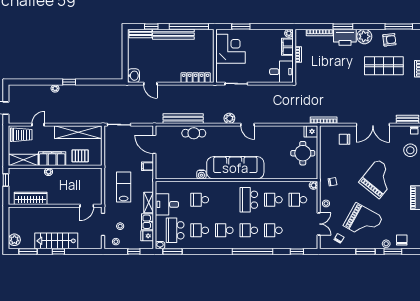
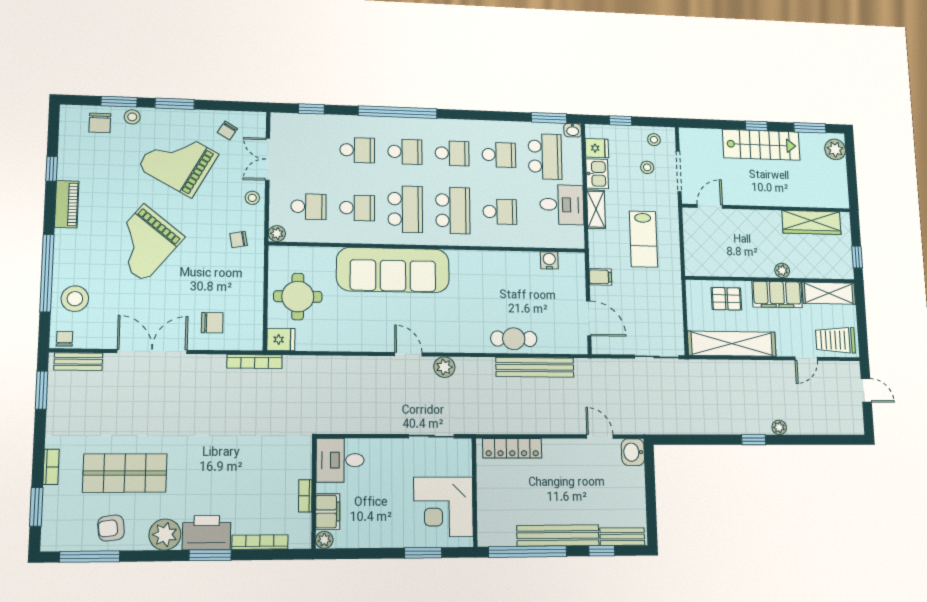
sofa: (235, 168) -> (393, 270), moved
water cooler: (201, 175) -> (549, 260), moved
school desk: (224, 200) -> (453, 210), added

